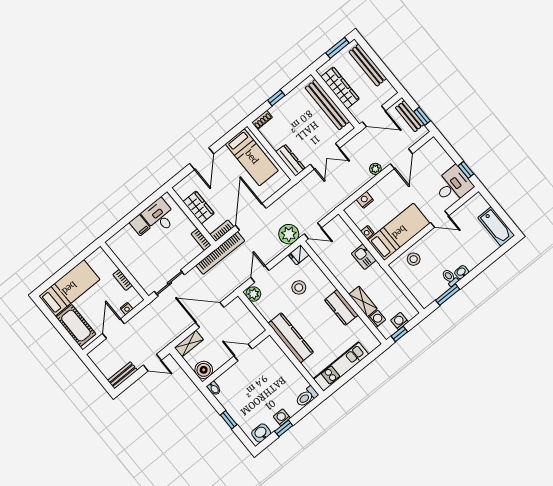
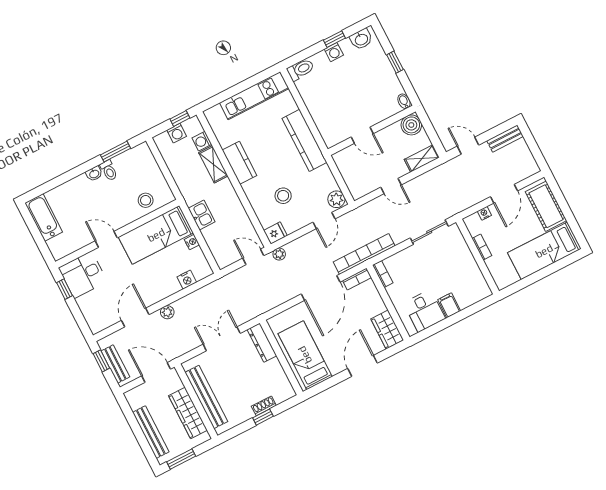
shoe rack: (262, 120) -> (264, 406), moved
wardrobe: (199, 207) -> (387, 330), moved
plant: (289, 234) -> (279, 254), width x0.53, depth x0.53
door: (210, 315) -> (391, 186), width x0.53

